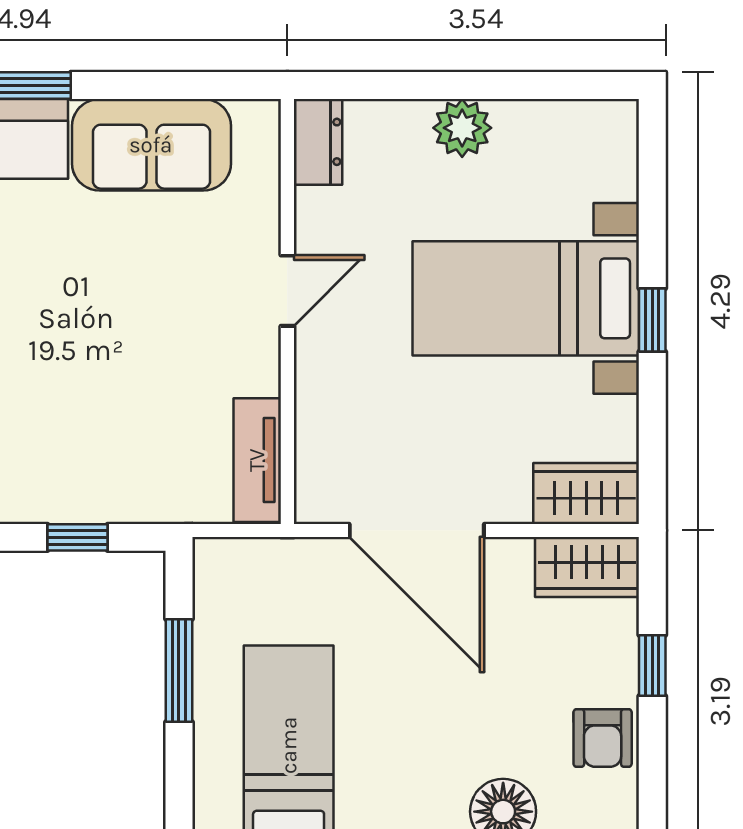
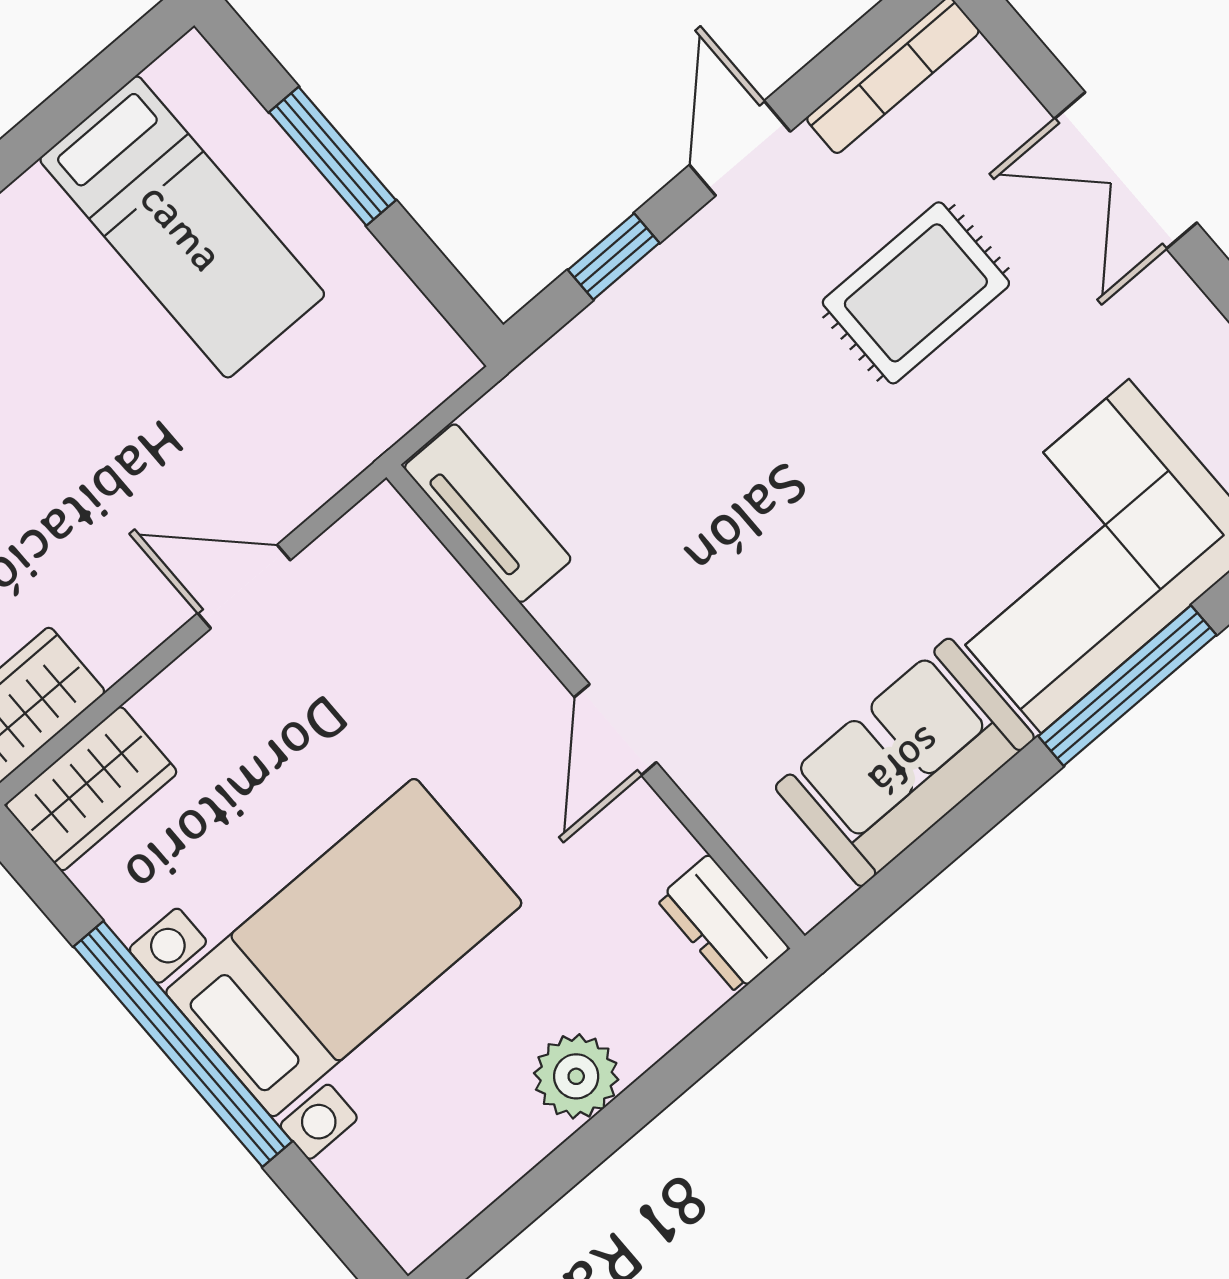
window: (652, 320) -> (183, 1044), width x3.17
door: (417, 530) -> (244, 587), width x0.53
window: (179, 671) -> (332, 156), moved

